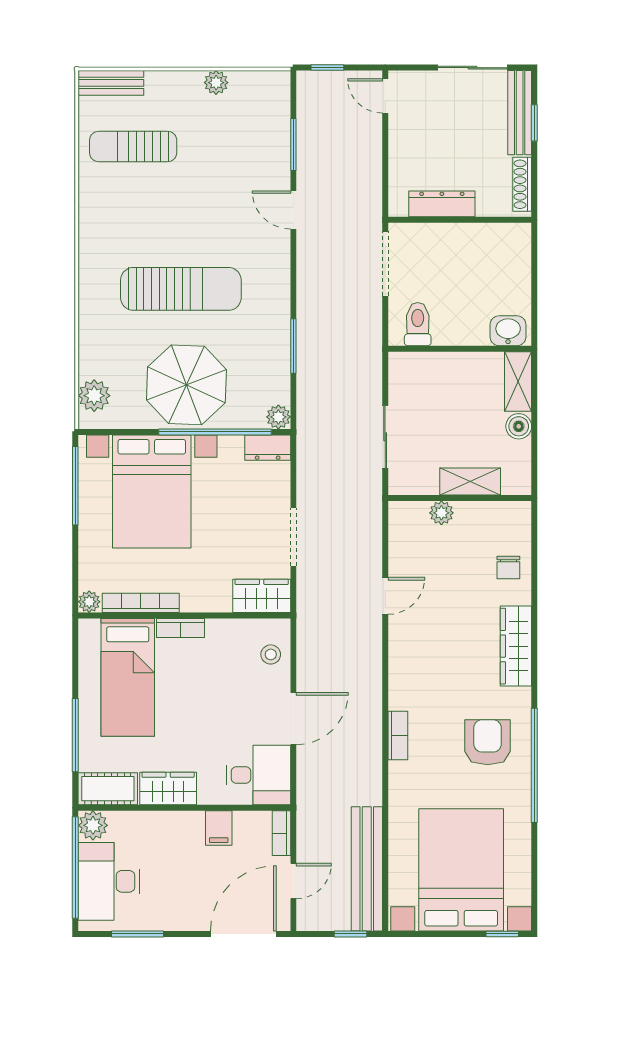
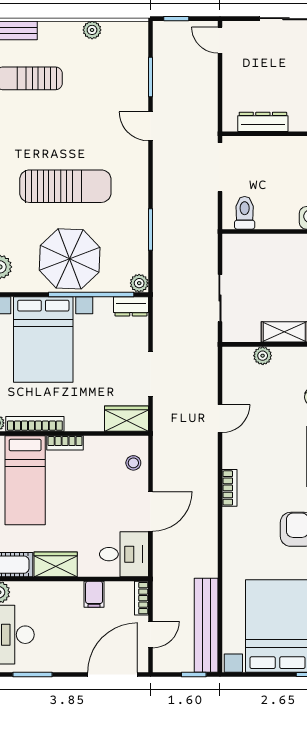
bookcase: (398, 735) -> (230, 488), moved

